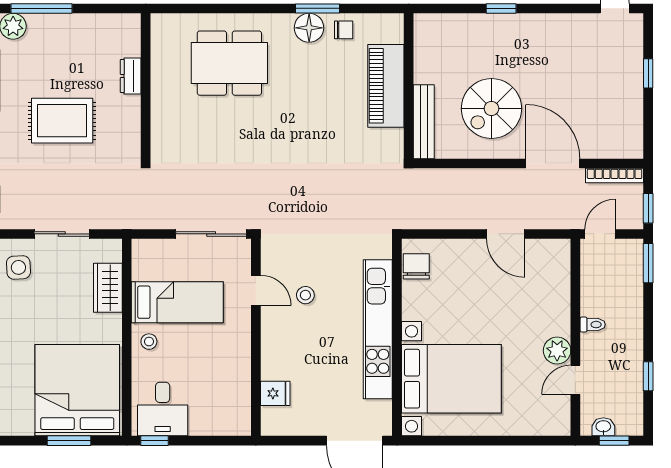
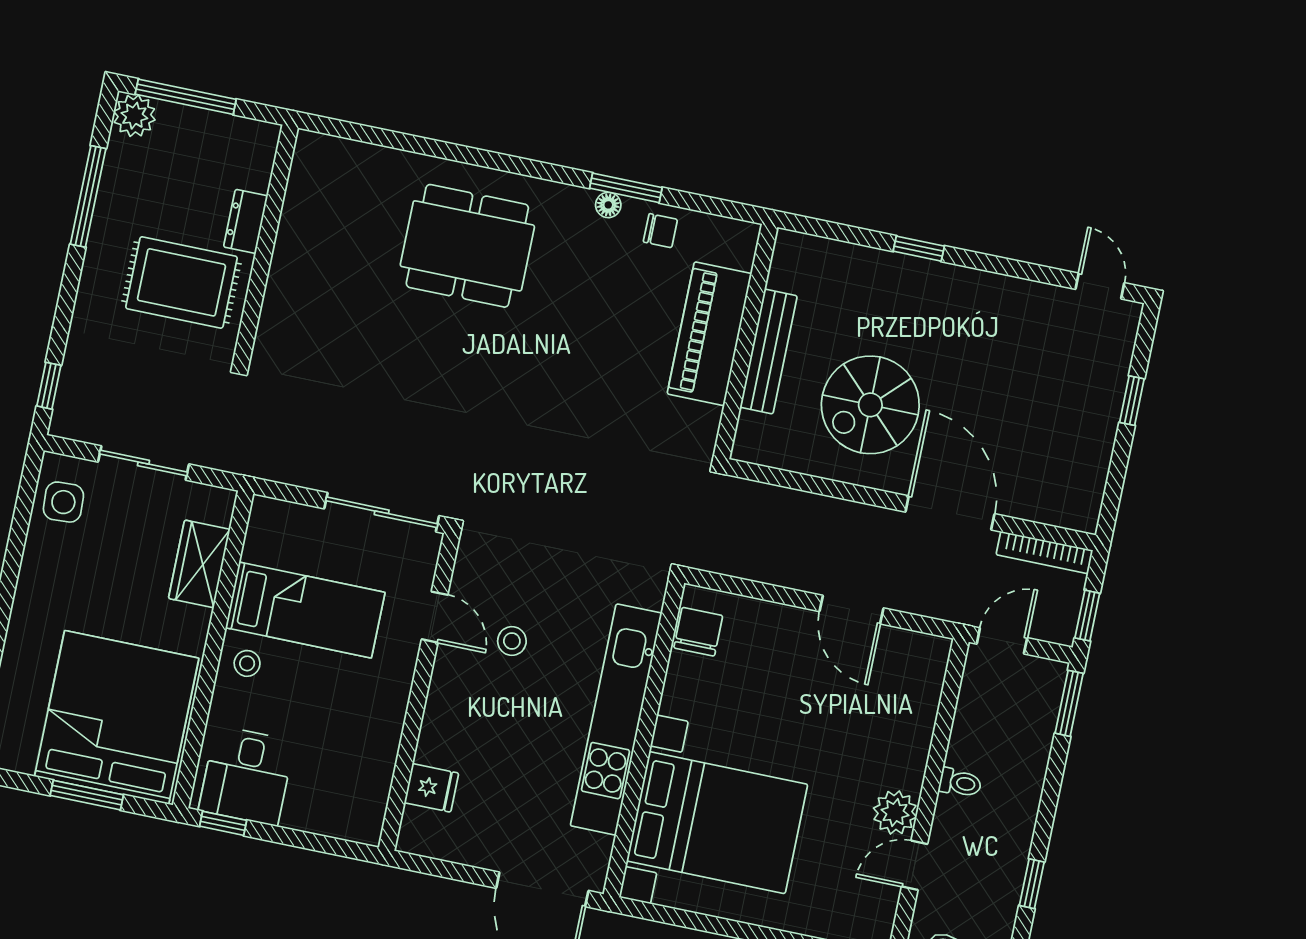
floor lamp: (309, 28) -> (608, 205), width x0.53, depth x0.53
dresser: (131, 76) -> (246, 221), moved
wall: (146, 86) -> (266, 242), moved
bench: (424, 122) -> (769, 352), moved

